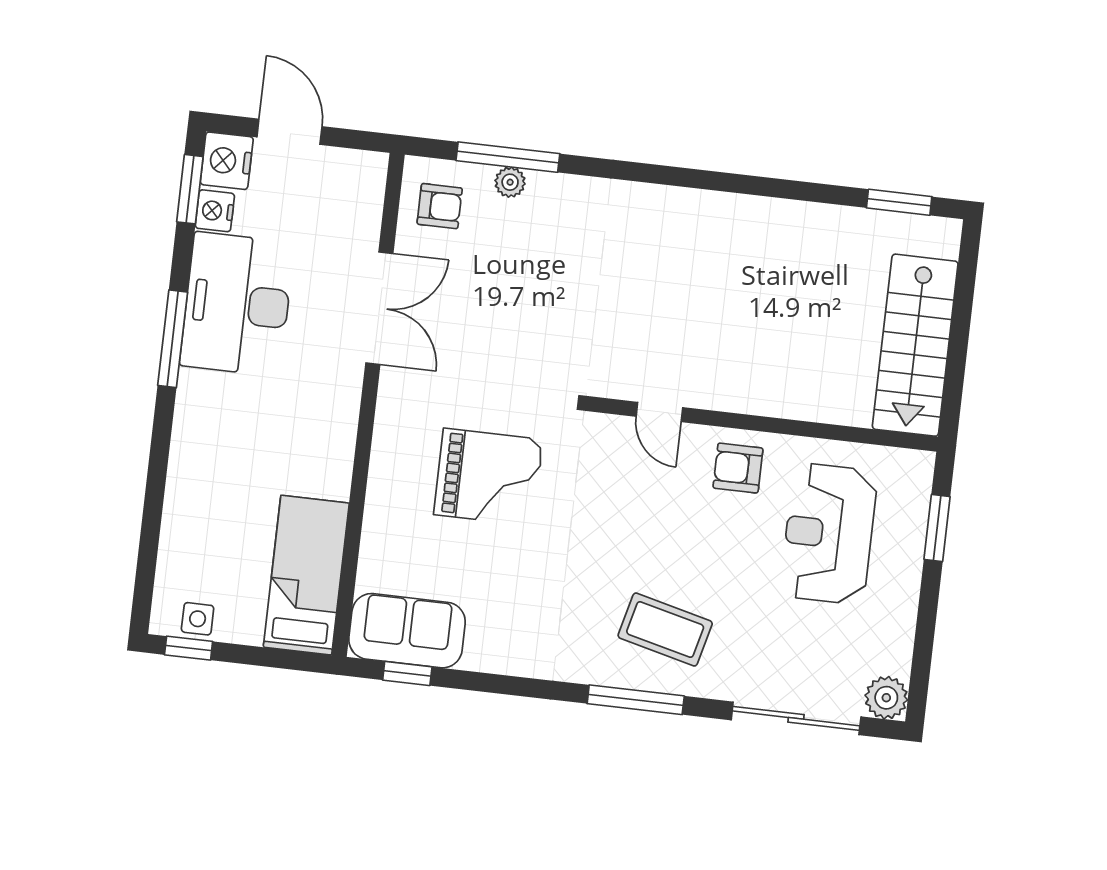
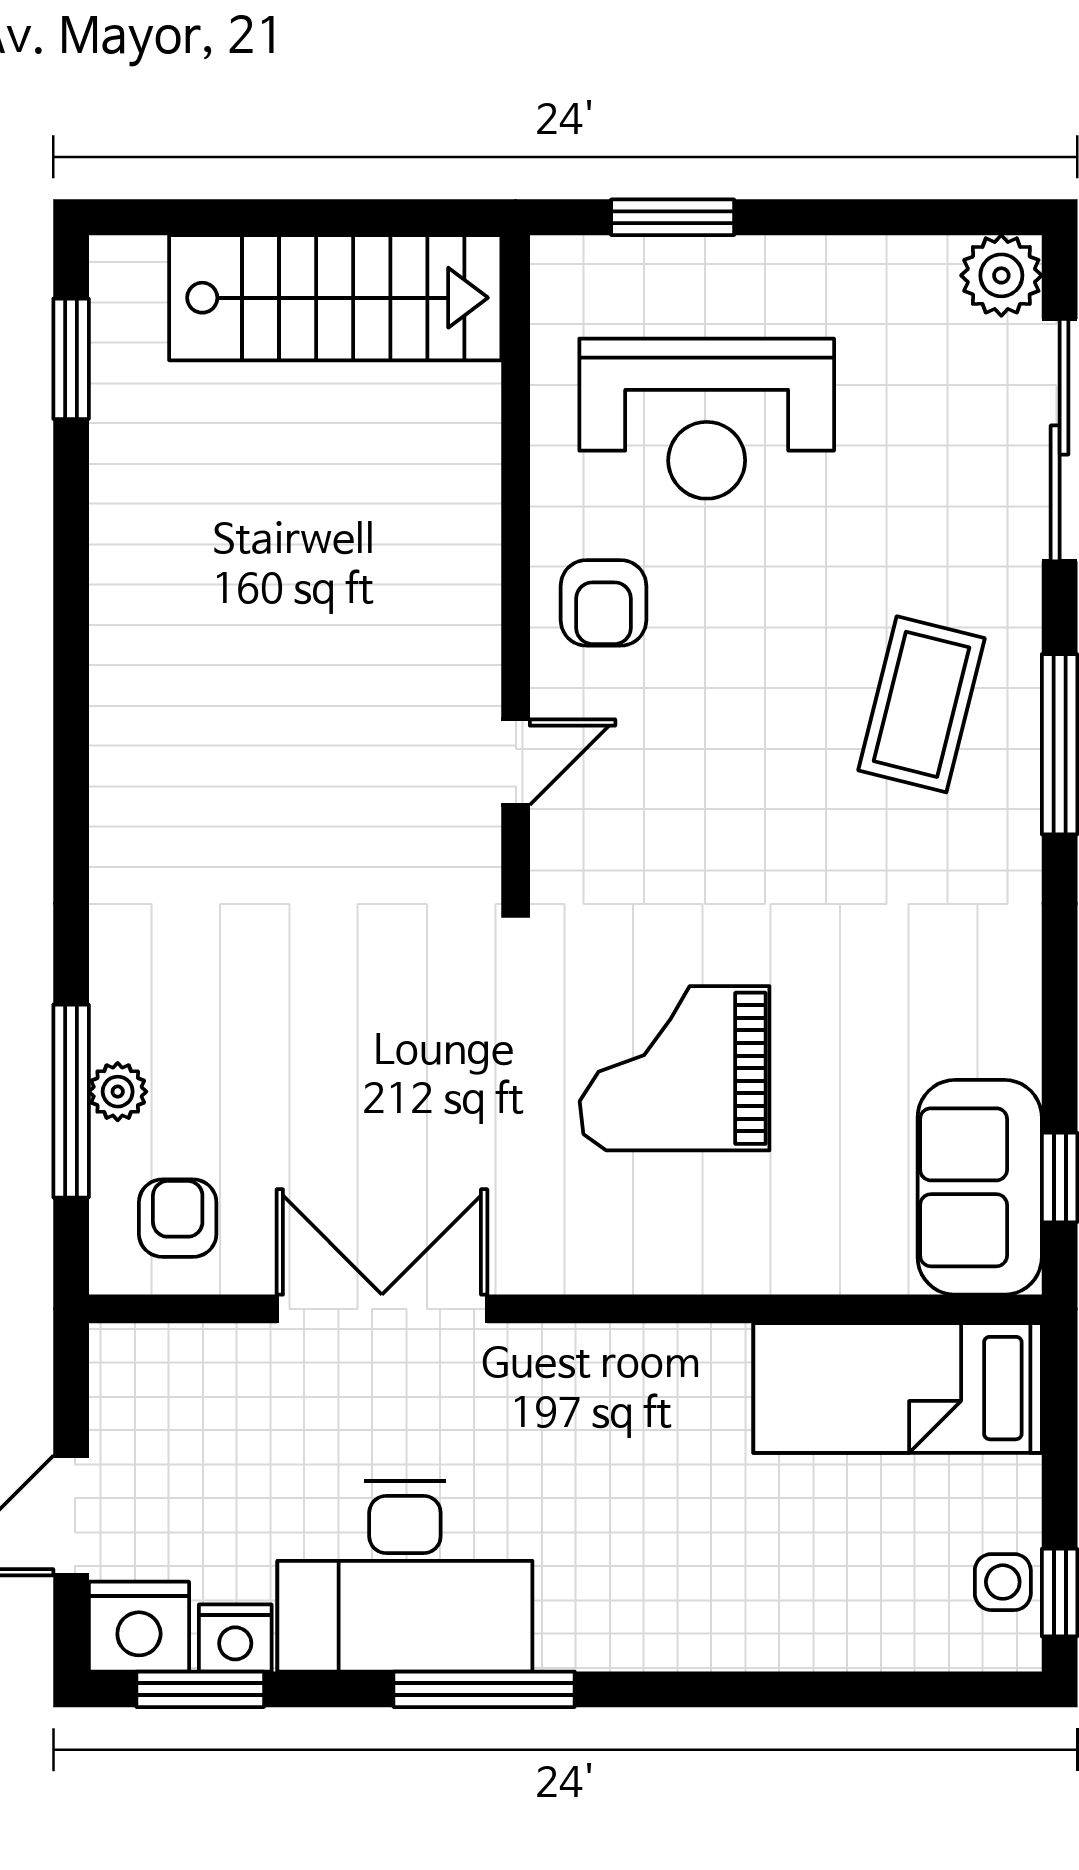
grand piano: (488, 477) -> (675, 1068), turned -90

